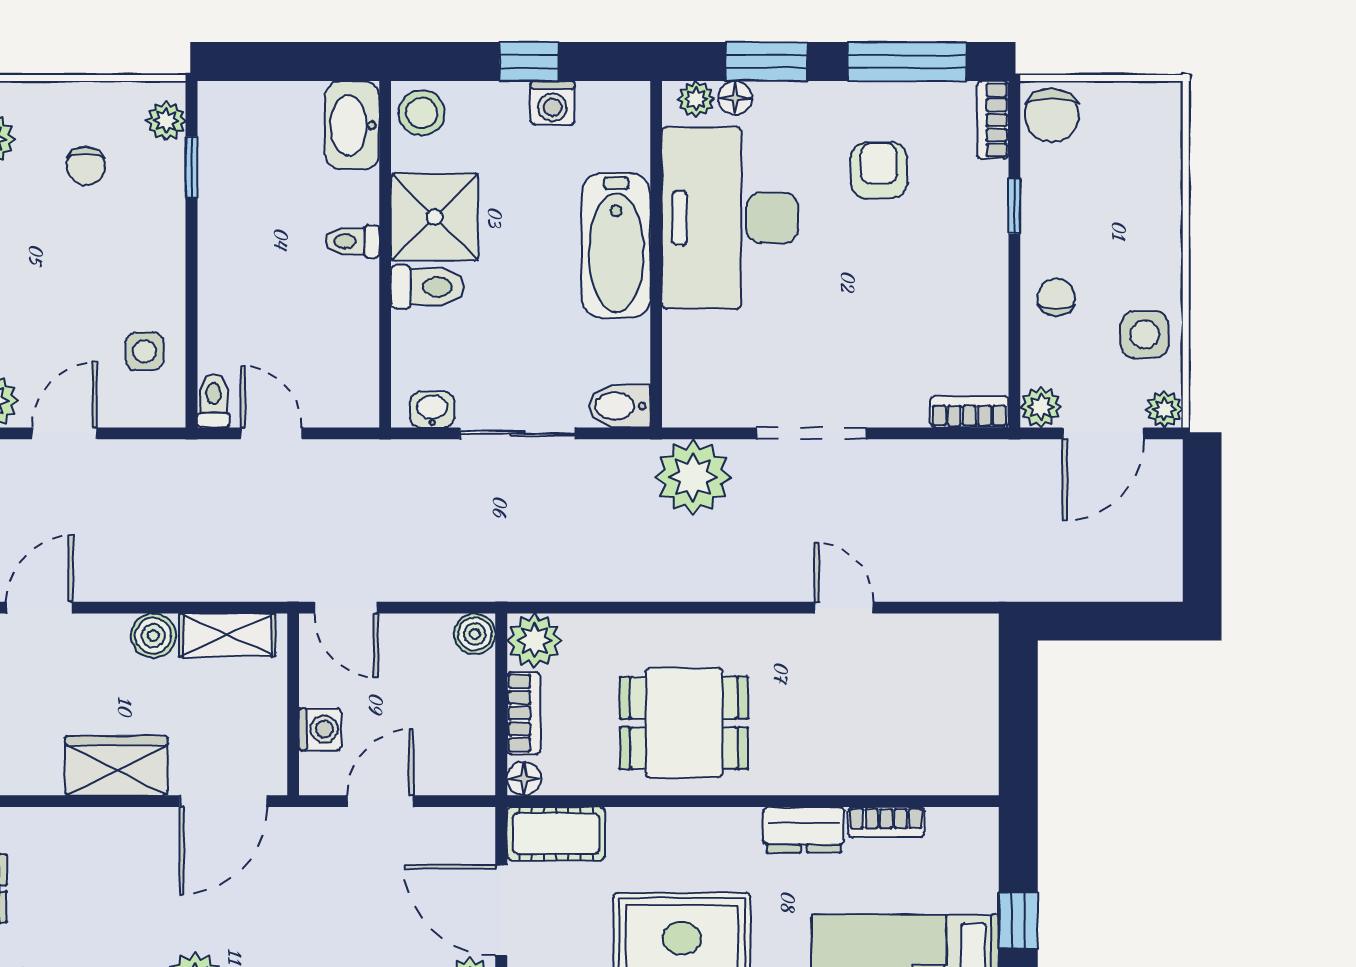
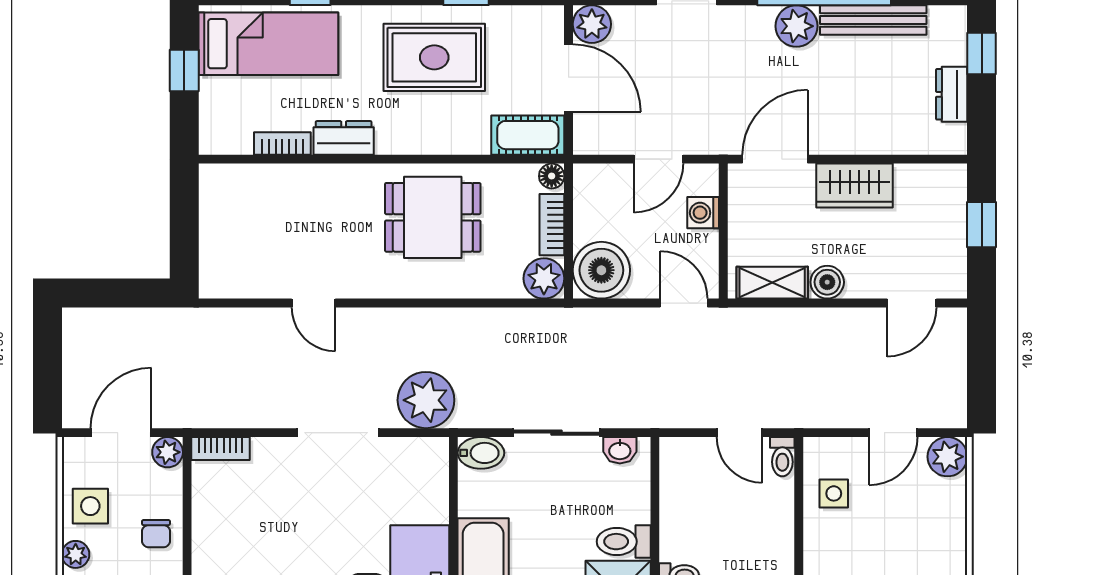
plant: (1164, 409) -> (76, 554), moved
boiler: (475, 634) -> (601, 270), width x1.86, depth x1.86

